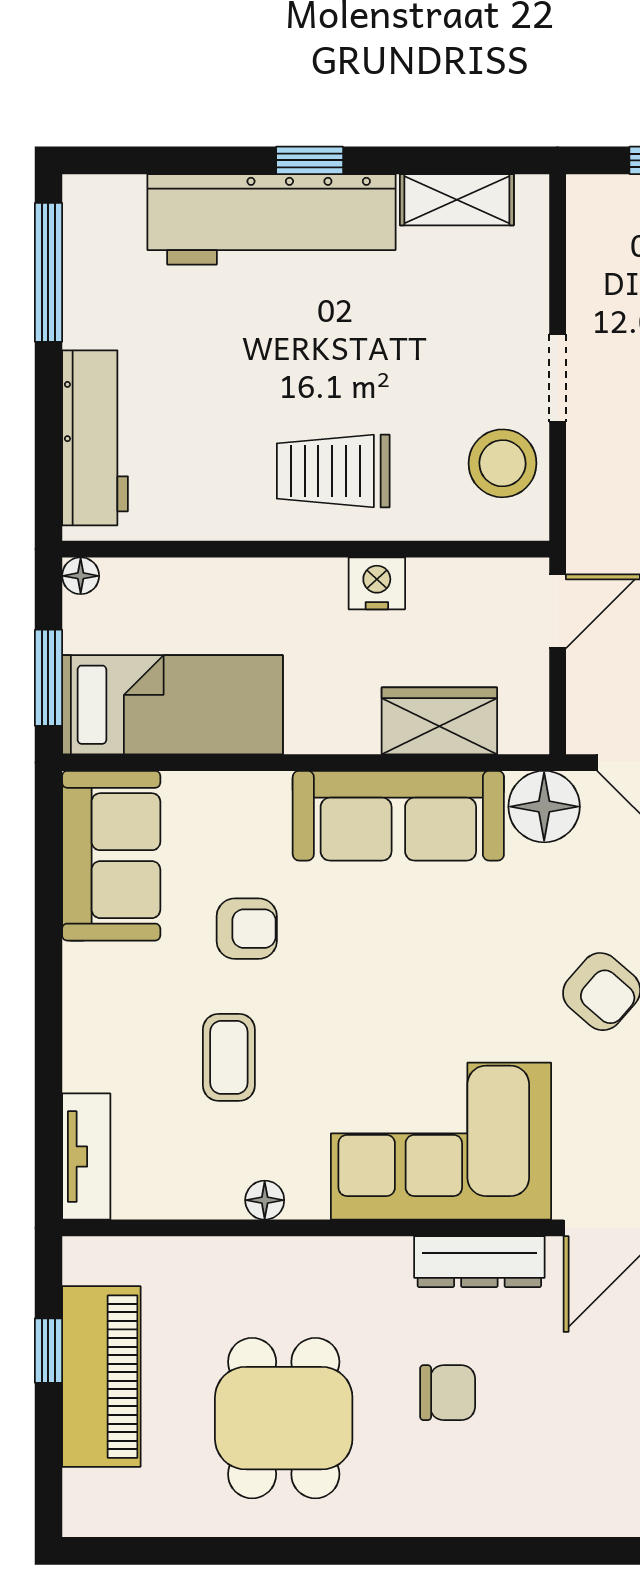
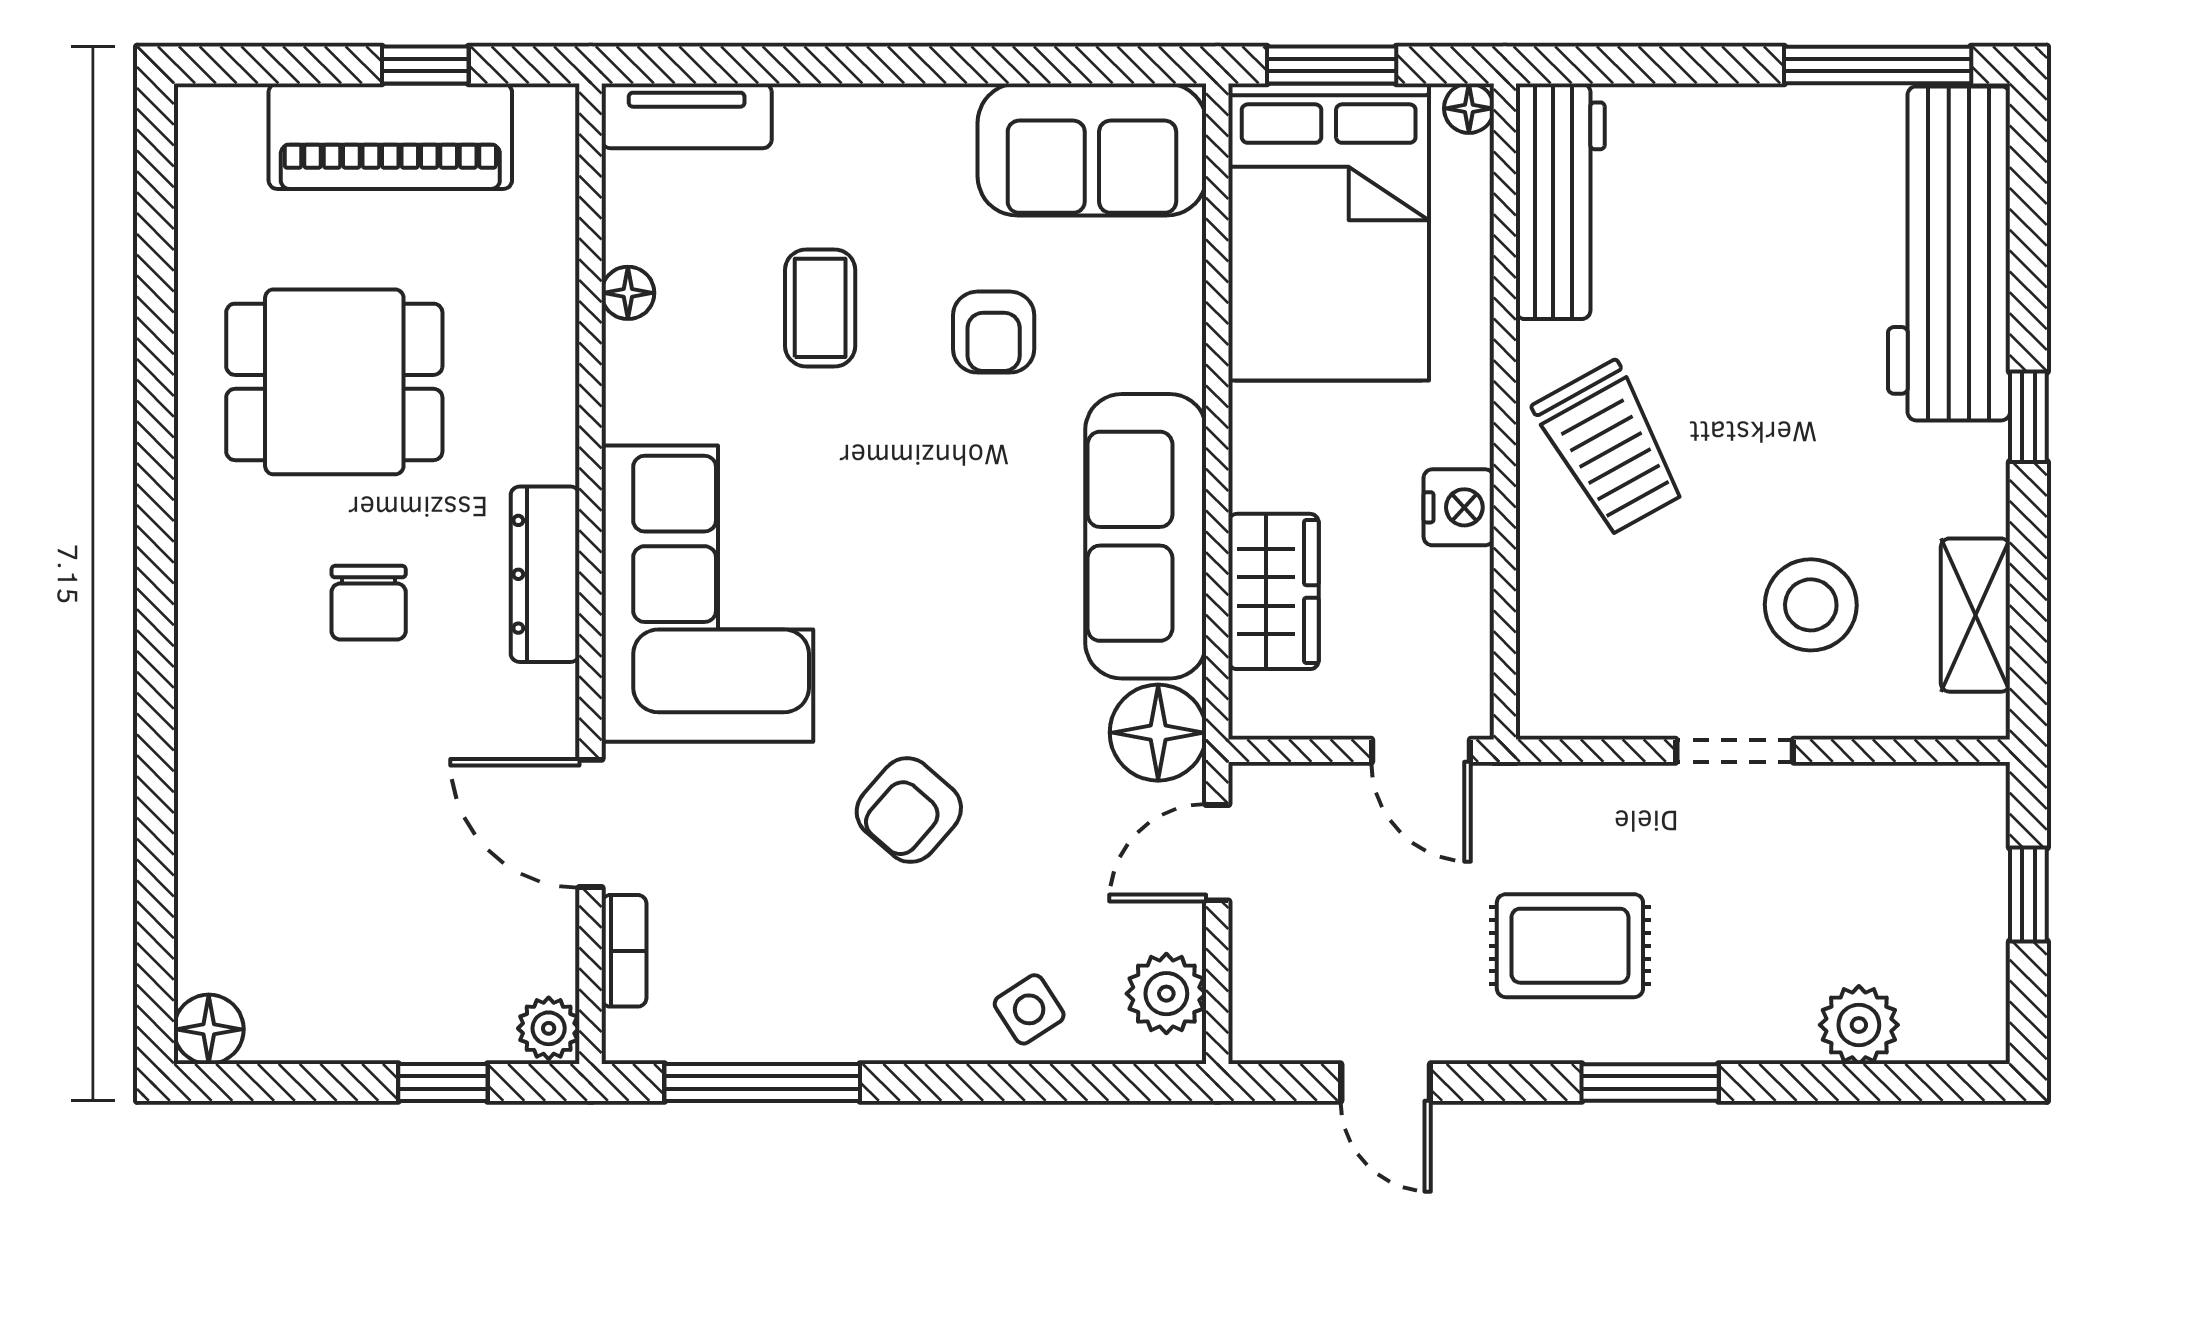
workbench: (271, 219) -> (1949, 253), moved
workbench: (95, 438) -> (1560, 201), moved, turned -90
stool: (503, 463) -> (1811, 605), moved
trolley: (333, 471) -> (1610, 449), turned 151
bed: (172, 705) -> (1329, 232), width x1.50
coffee table: (229, 1057) -> (820, 308), turned 90
floor lamp: (265, 1200) -> (628, 293), moved
dresser: (479, 1262) -> (545, 574), moved

